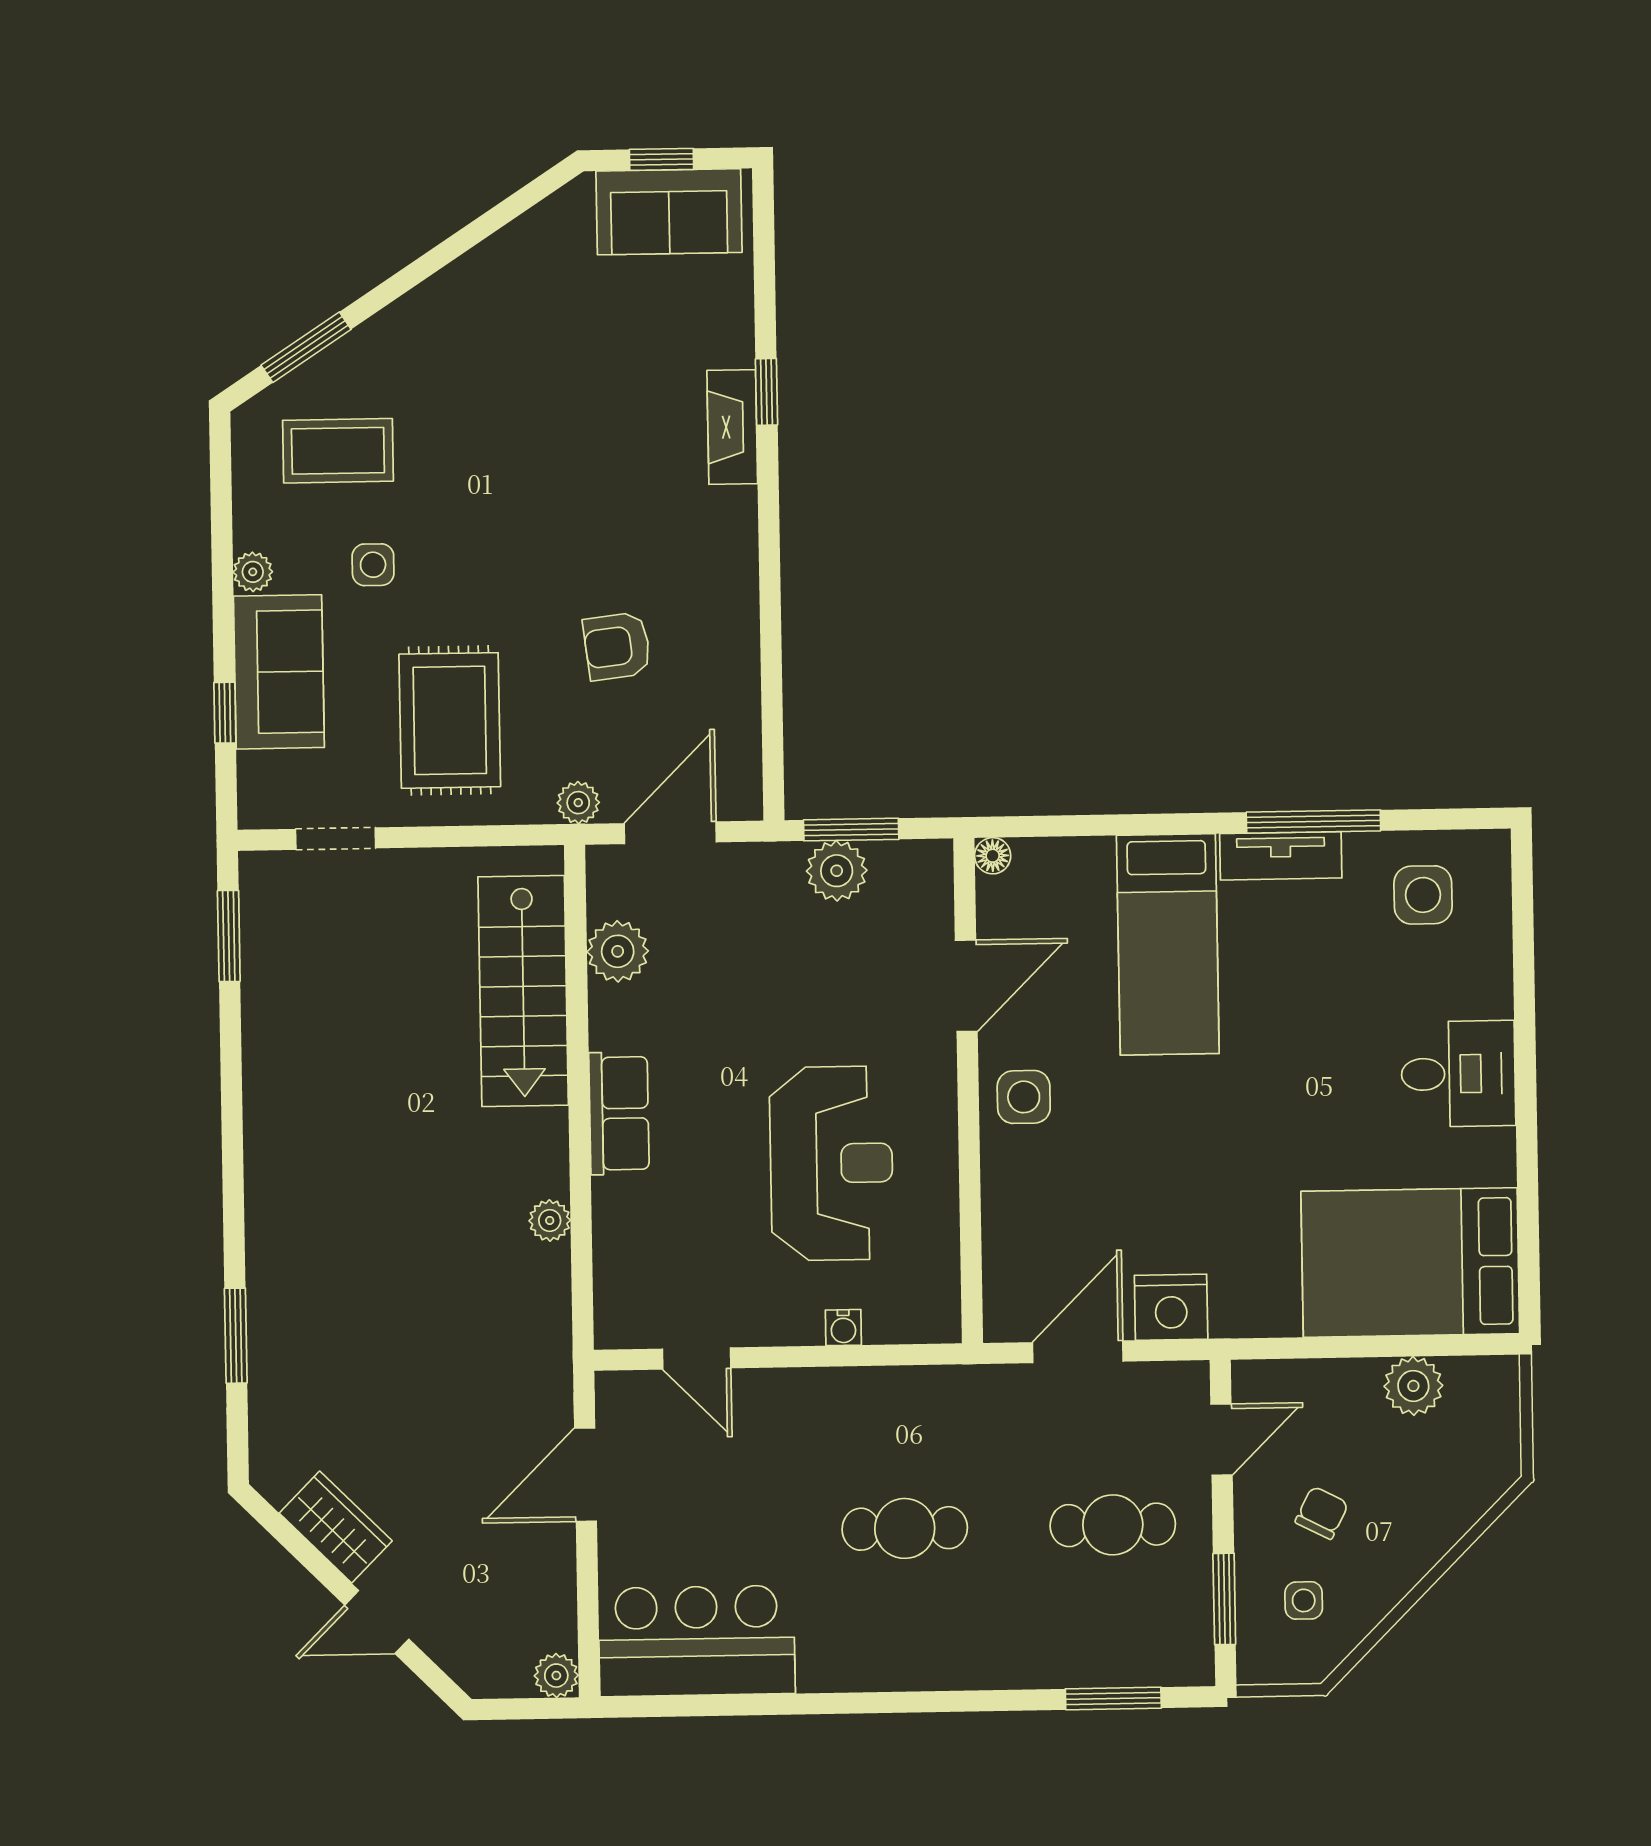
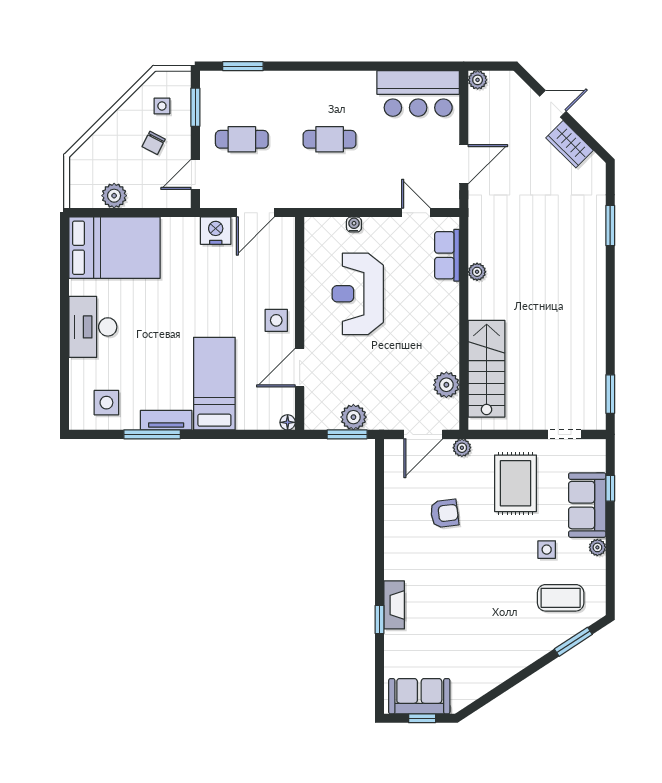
desk: (1458, 1074) -> (93, 327), width x1.37
row of seats: (619, 1113) -> (447, 255), moved

